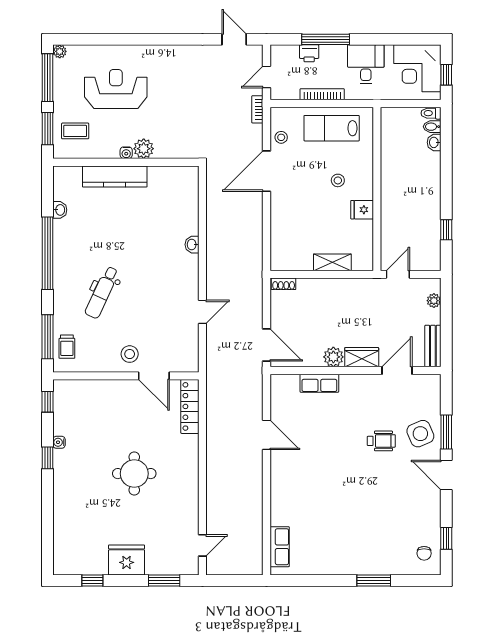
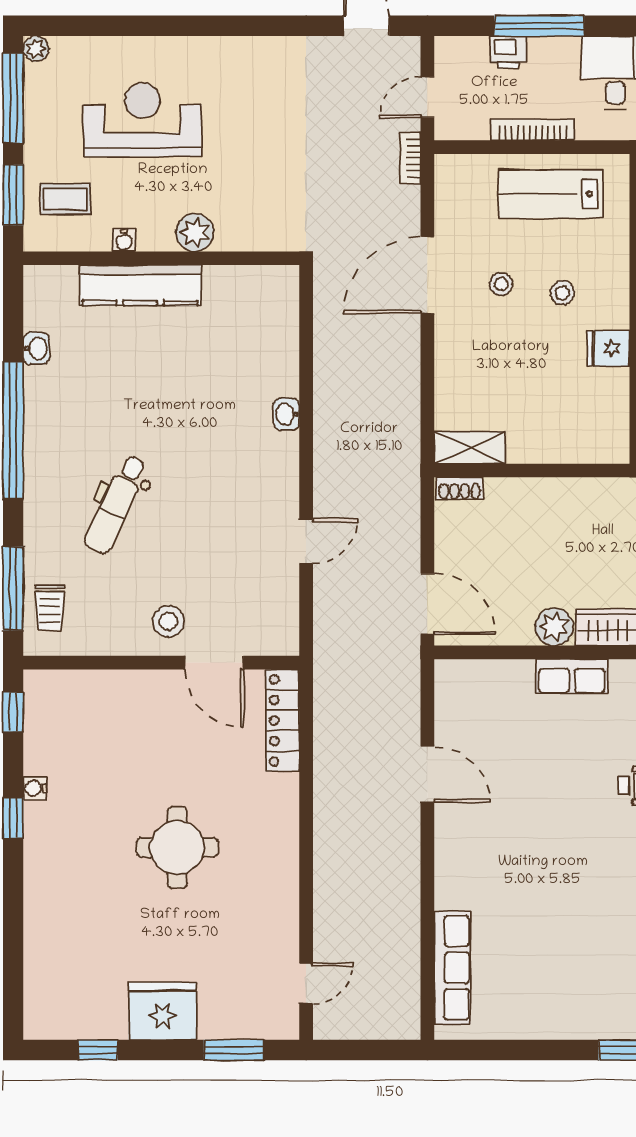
stool: (281, 137) -> (501, 284), moved
water cooler: (126, 153) -> (124, 240), moved
shelving: (332, 262) -> (470, 448), moved
row of seats: (319, 383) -> (572, 676), moved
row of seats: (280, 547) -> (452, 968), width x1.48

